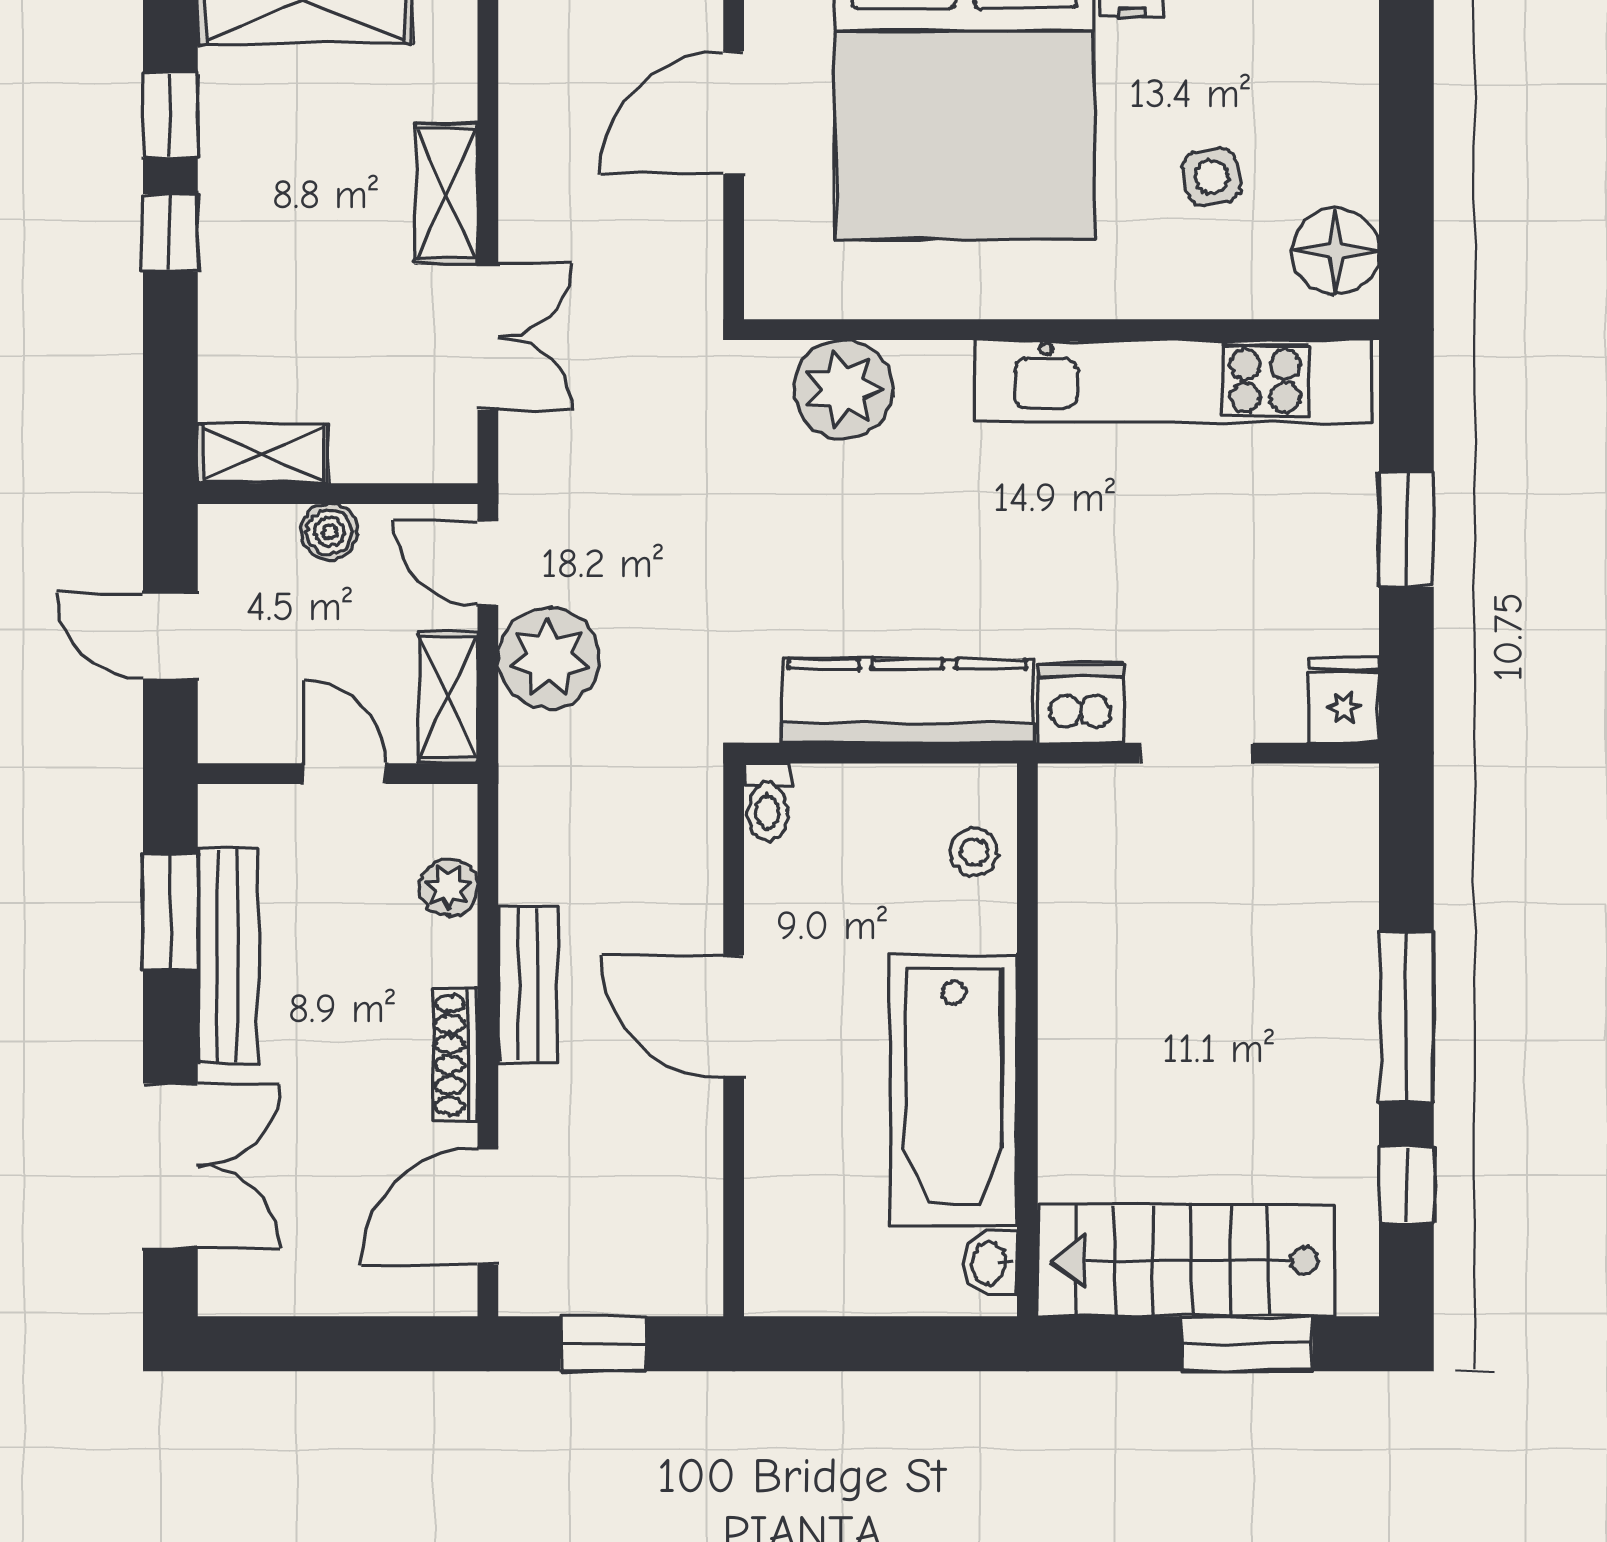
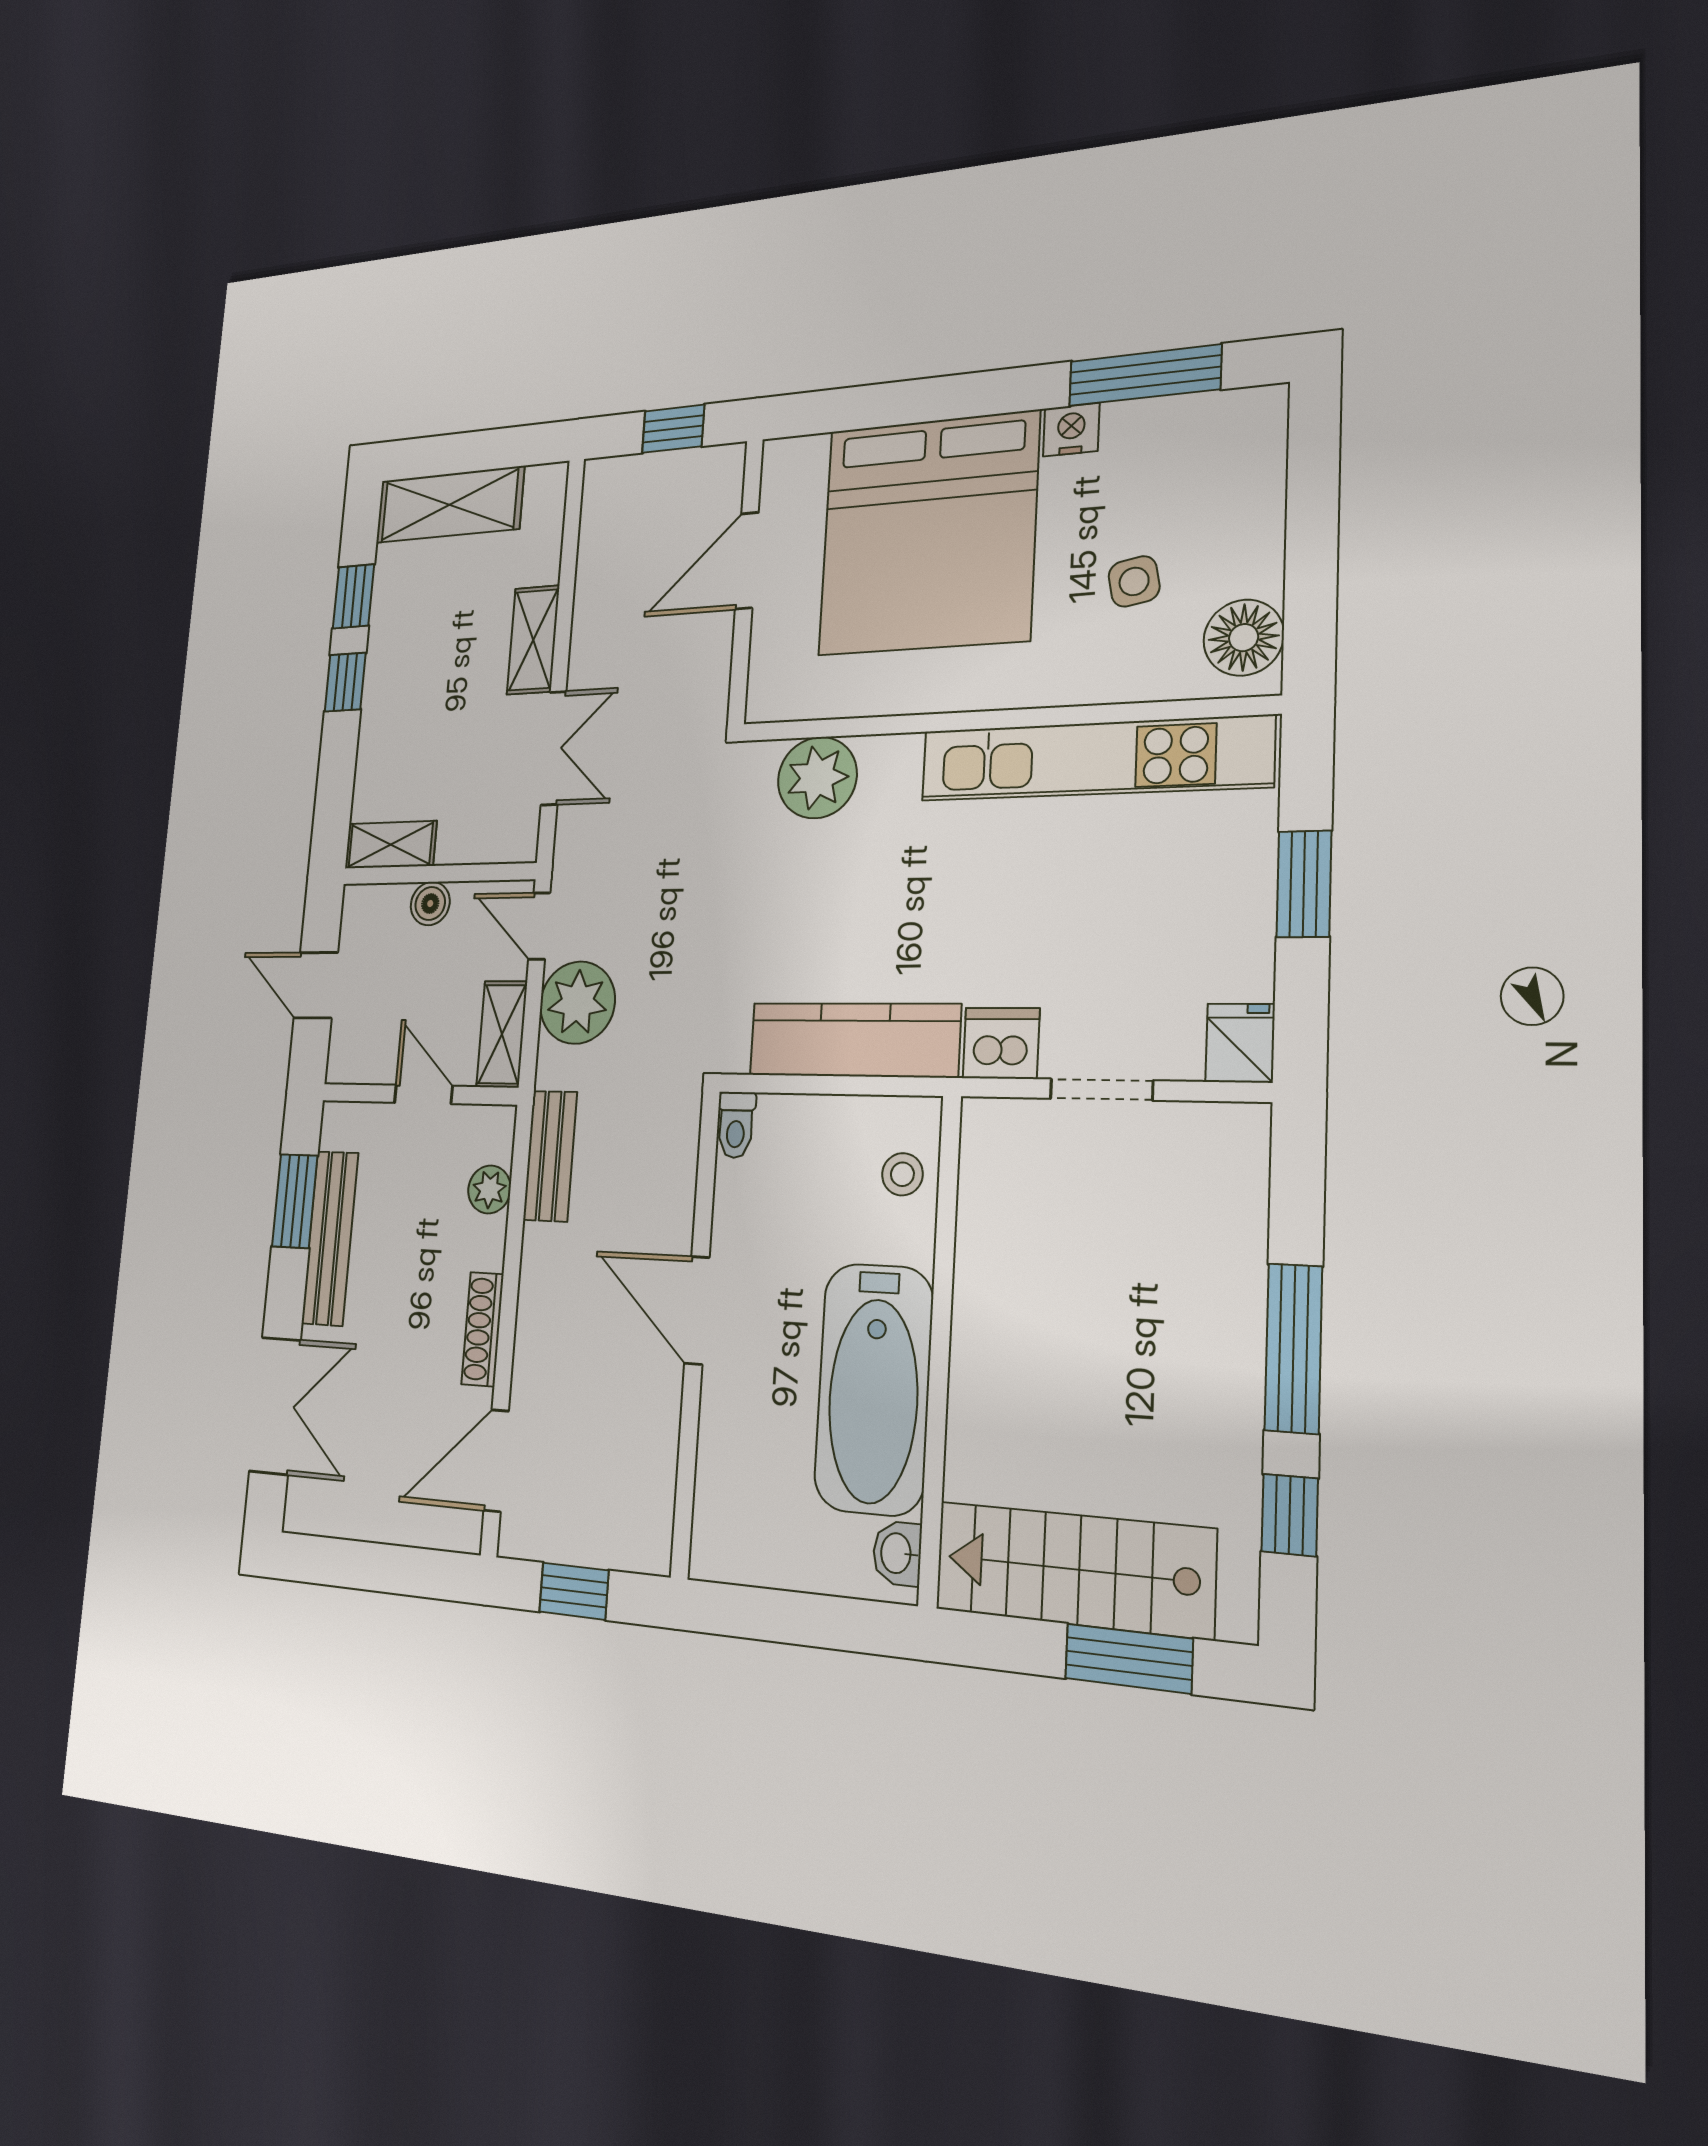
bench: (528, 985) -> (550, 1156), moved

